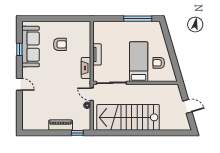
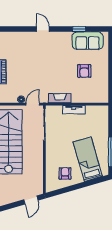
sofa: (31, 47) -> (88, 41), width x0.73
bed: (139, 62) -> (88, 159), moved, turned -106
door: (19, 84) -> (43, 29), swing flipped
door: (187, 106) -> (31, 200), moved

